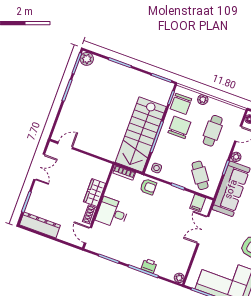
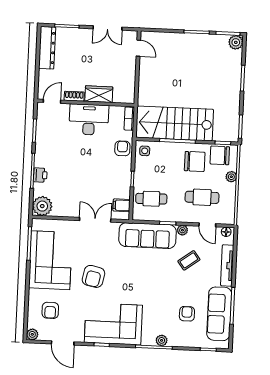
cafe table: (200, 175) -> (151, 199), turned 35
armchair: (148, 187) -> (122, 148), turned 180
desk: (112, 213) -> (89, 120), width x1.37
plant: (179, 278) -> (42, 206), width x1.88, depth x1.88

